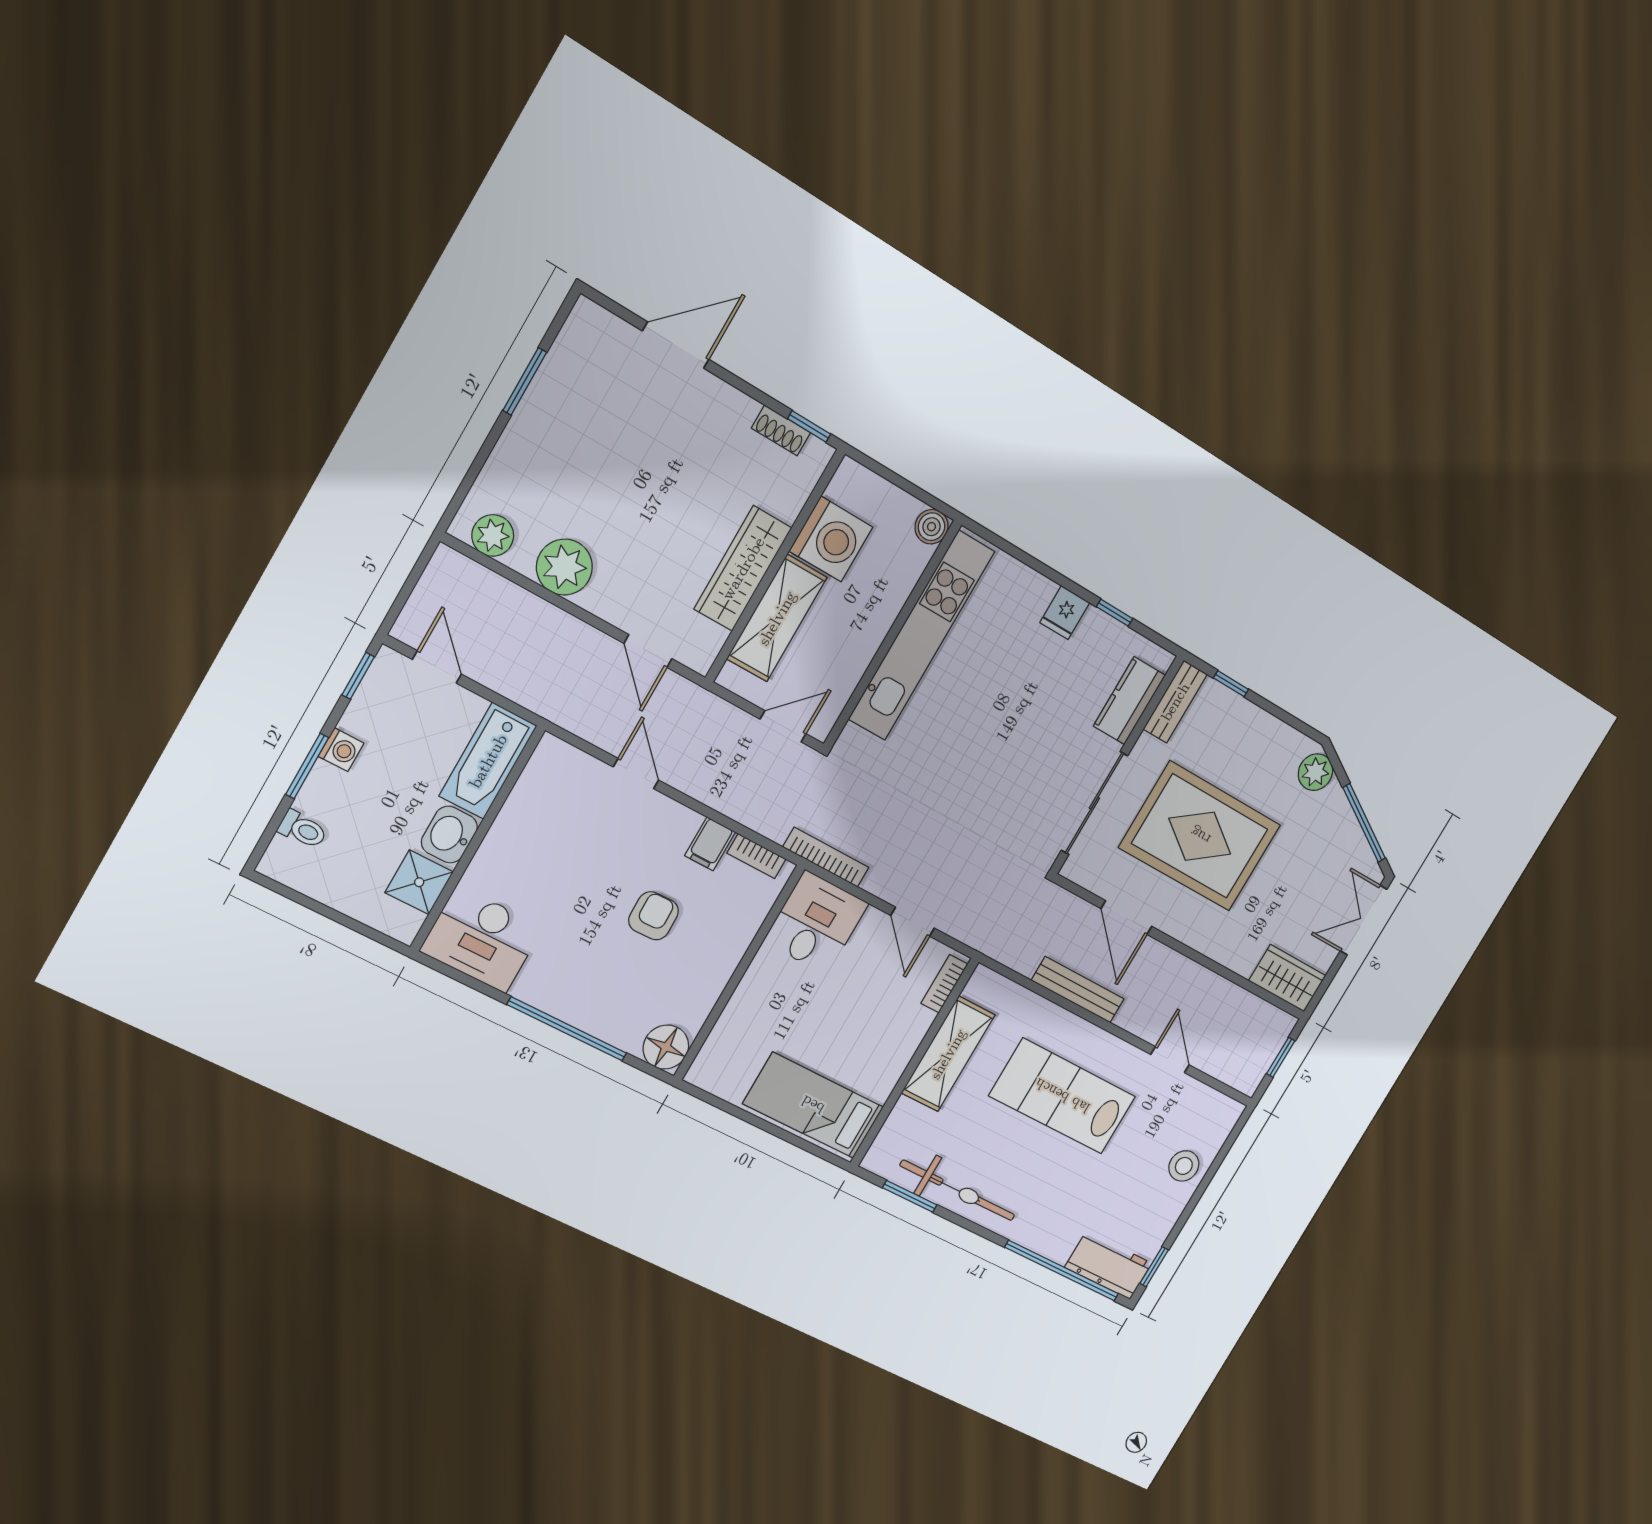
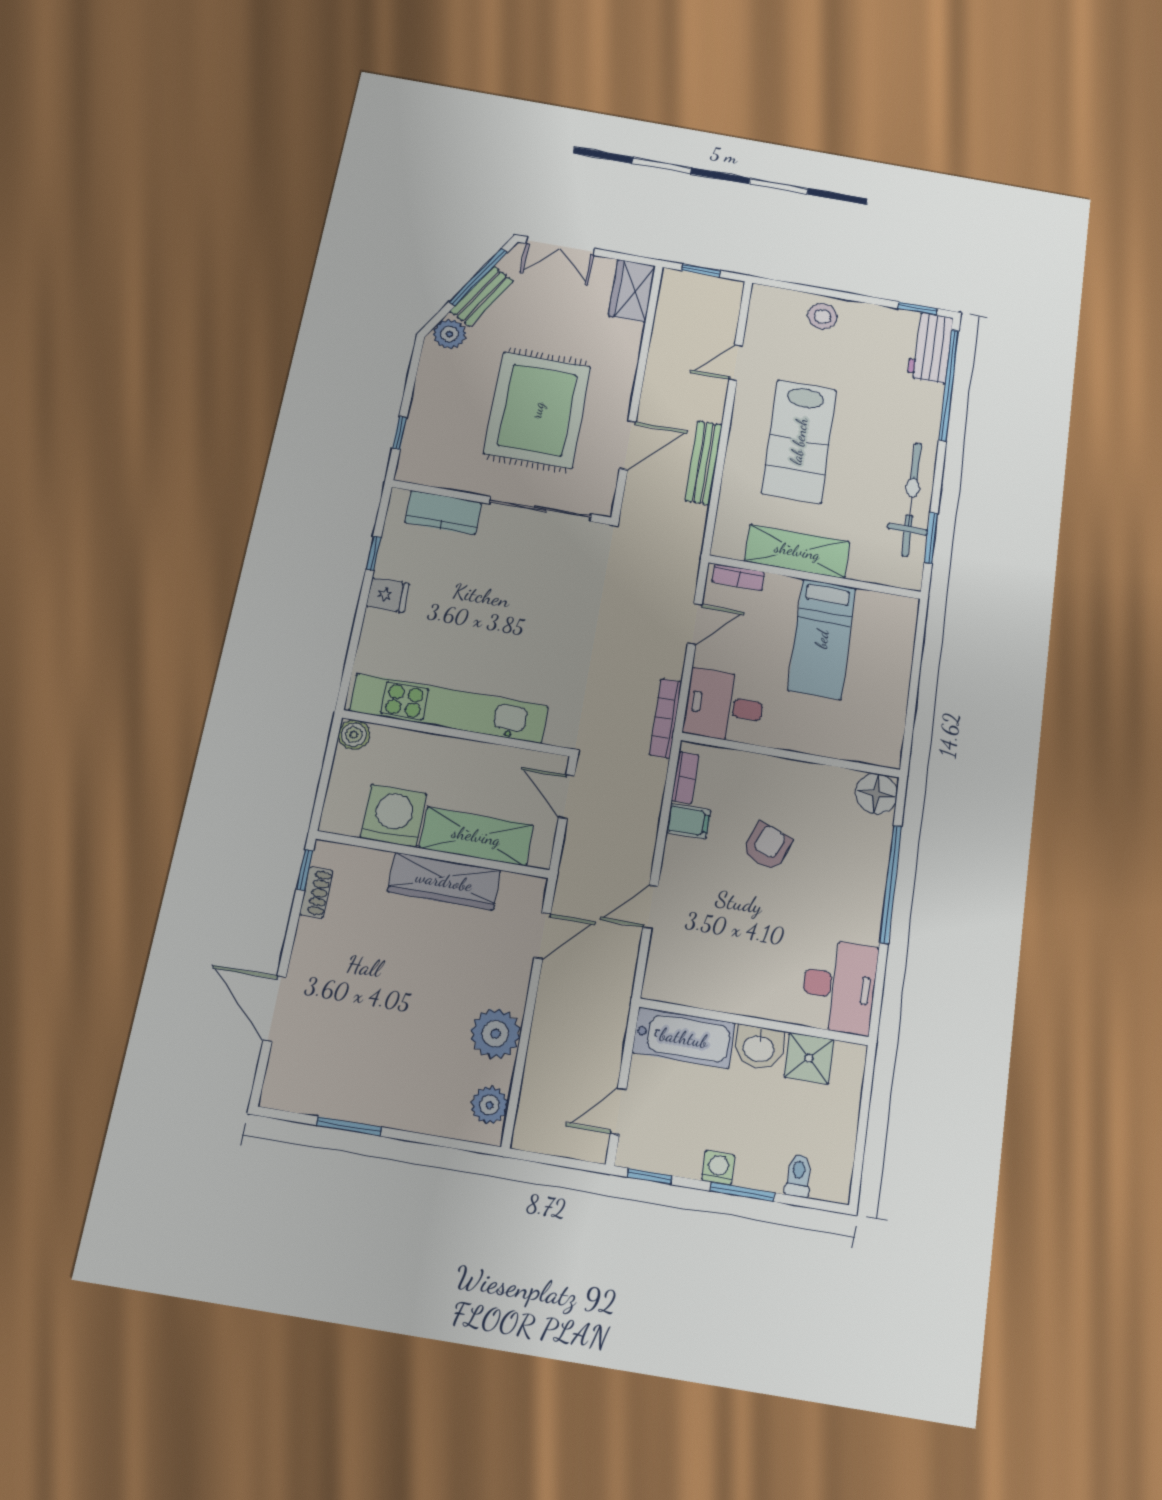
bench: (1175, 702) -> (482, 296), moved, turned -60
armchair: (654, 916) -> (767, 846), turned 112
bed: (813, 1105) -> (822, 639), moved

